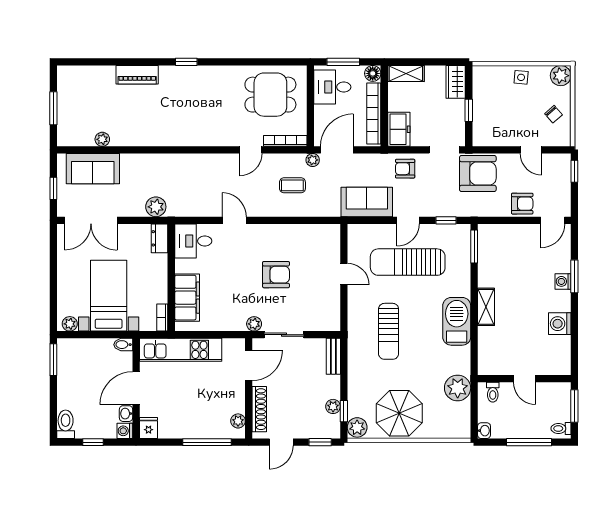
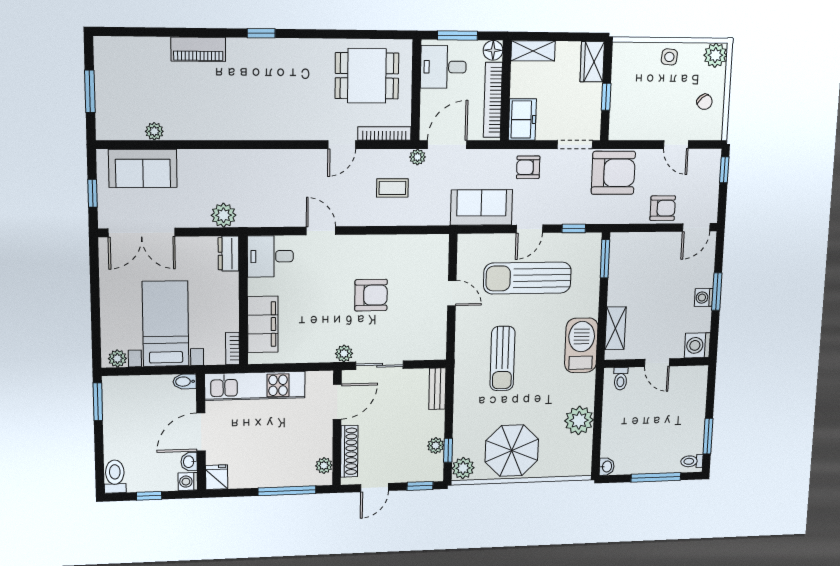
wall: (524, 379) -> (657, 363), moved
door: (525, 379) -> (657, 363), moved
toilet: (493, 392) -> (621, 379), moved

